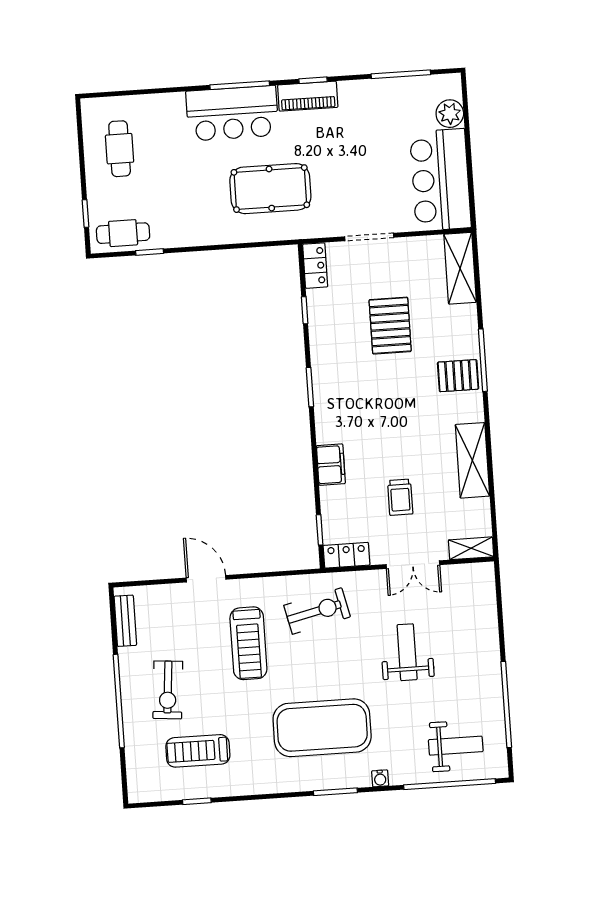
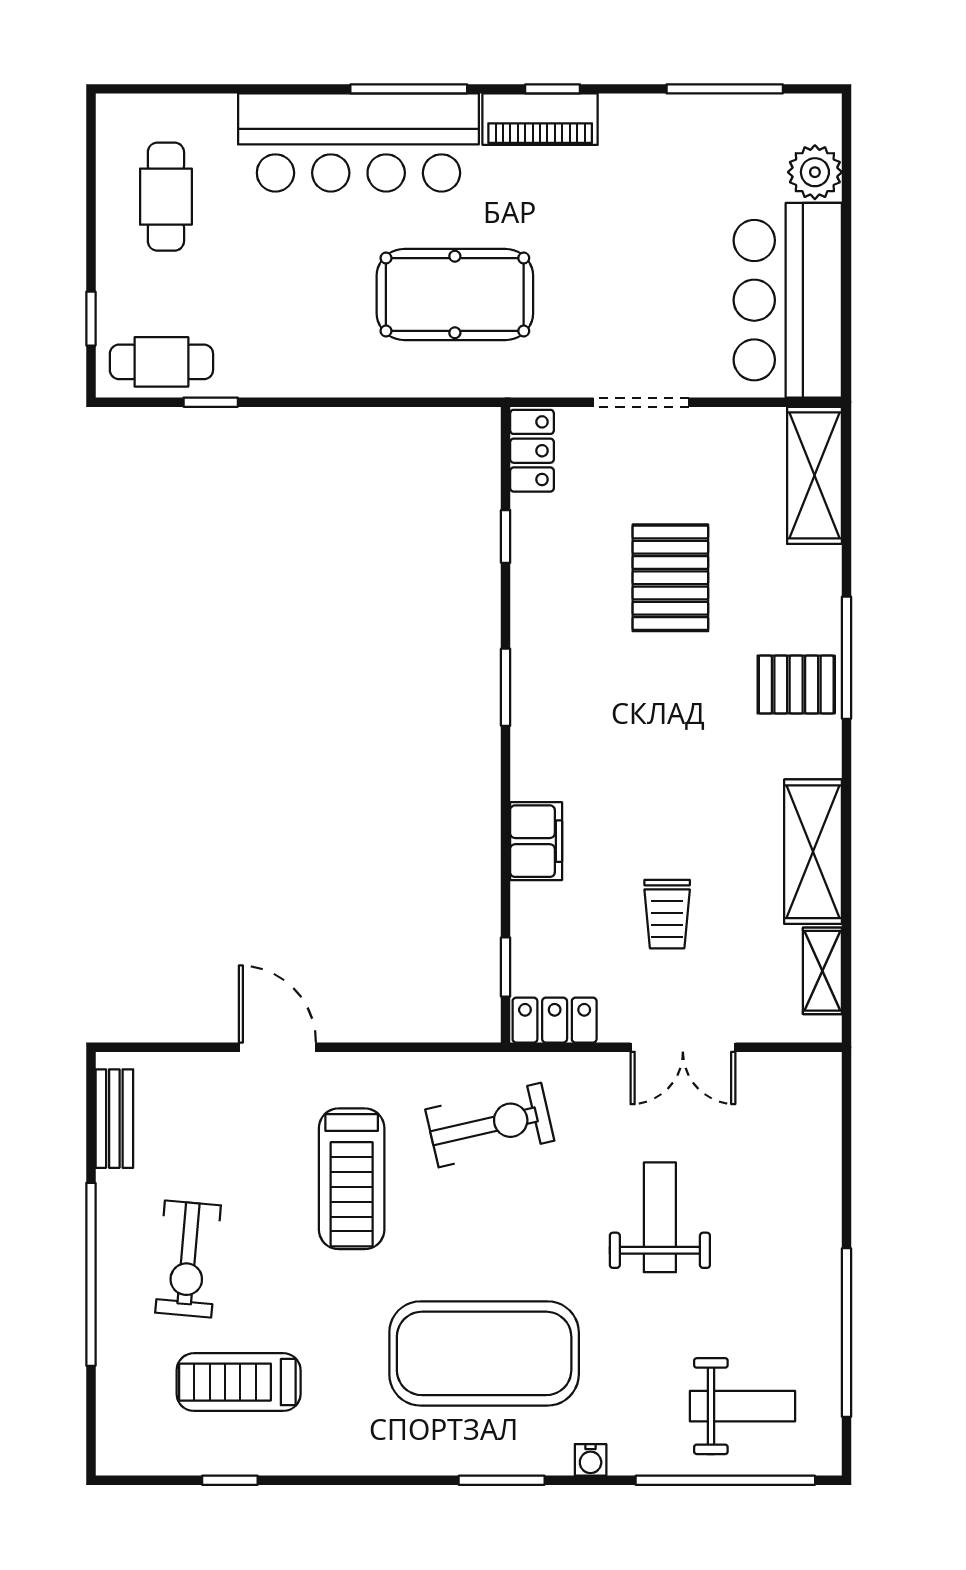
bar counter: (232, 113) -> (358, 143), width x1.36
shelving: (471, 548) -> (822, 971), moved, turned 90

